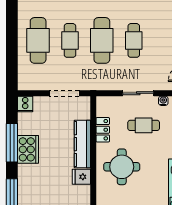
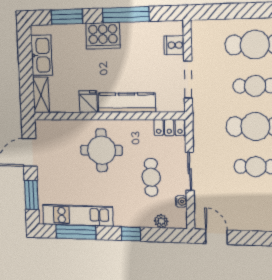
cooker: (25, 104) -> (174, 45), moved
locker: (103, 130) -> (169, 128), moved
cooker: (28, 149) -> (103, 36), moved

